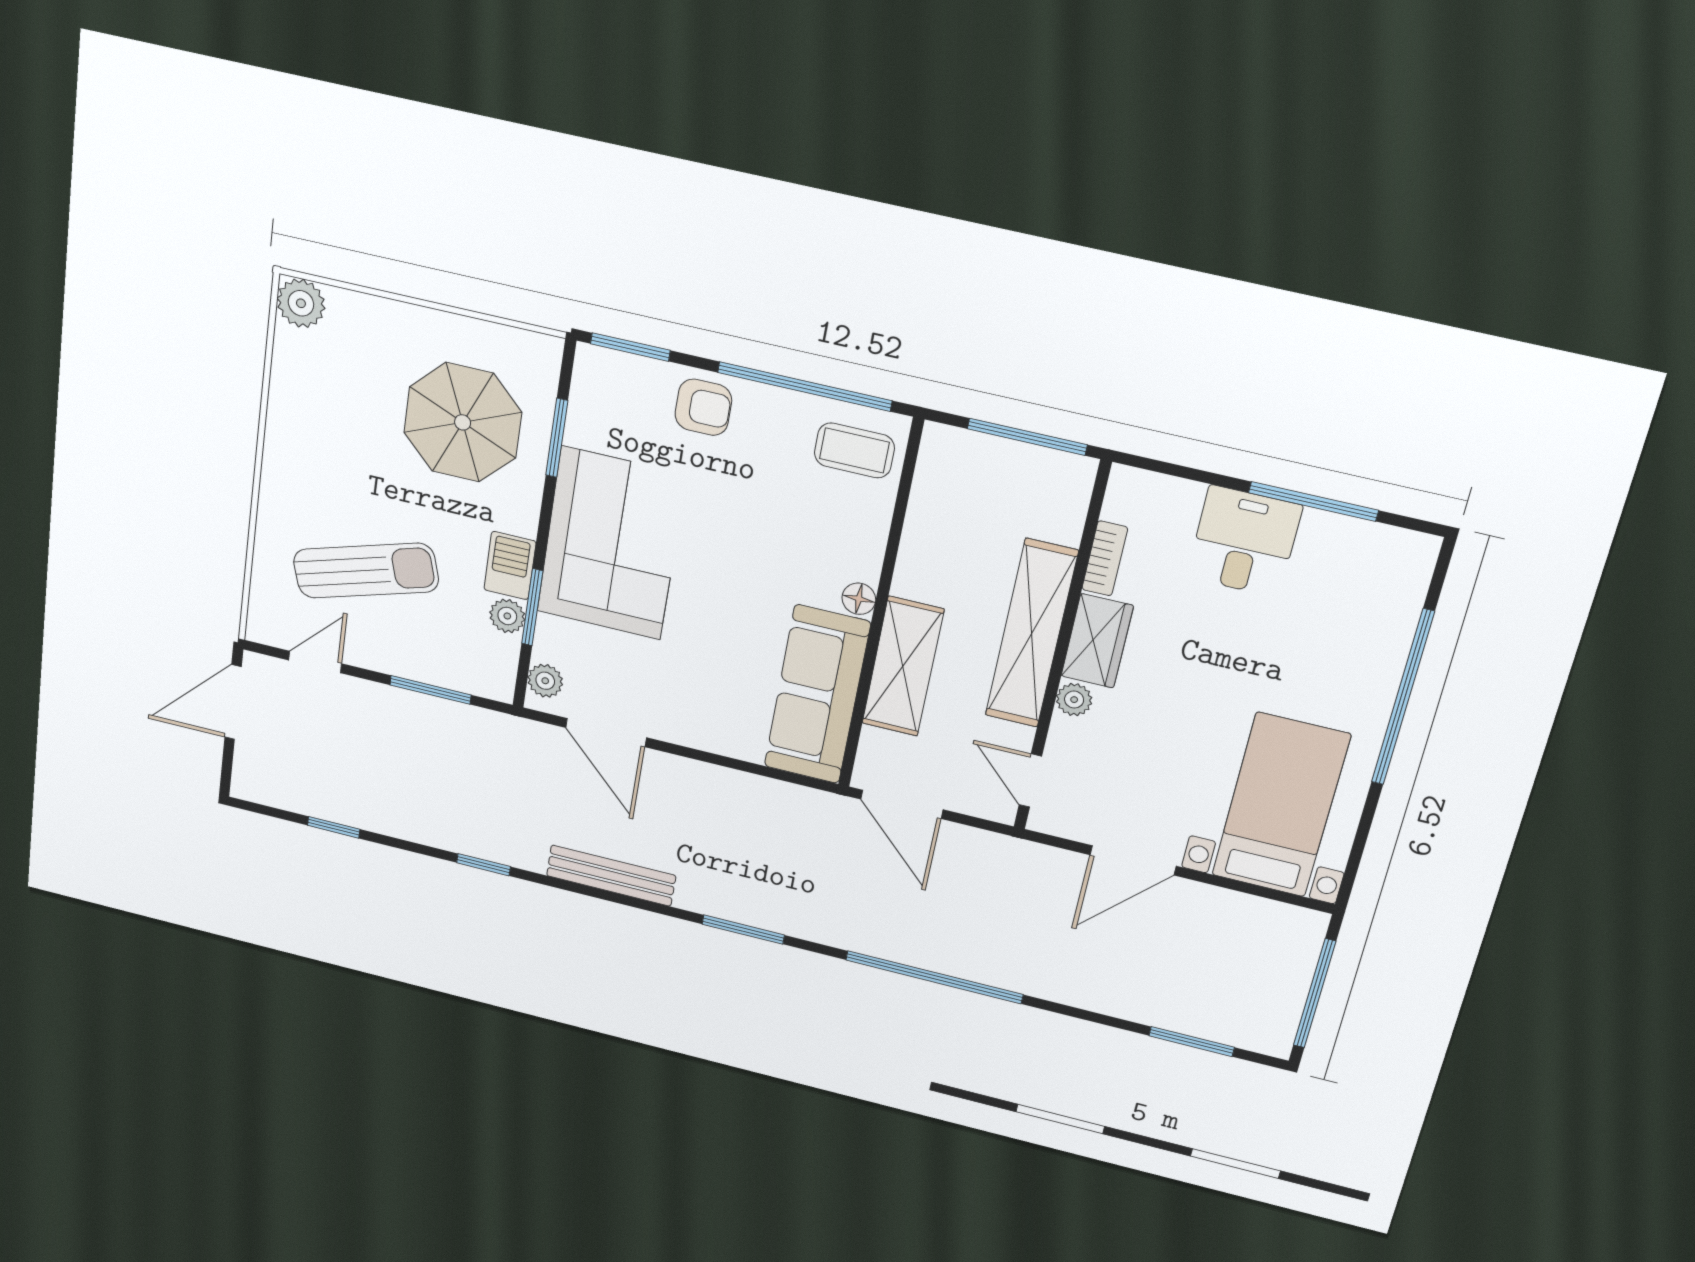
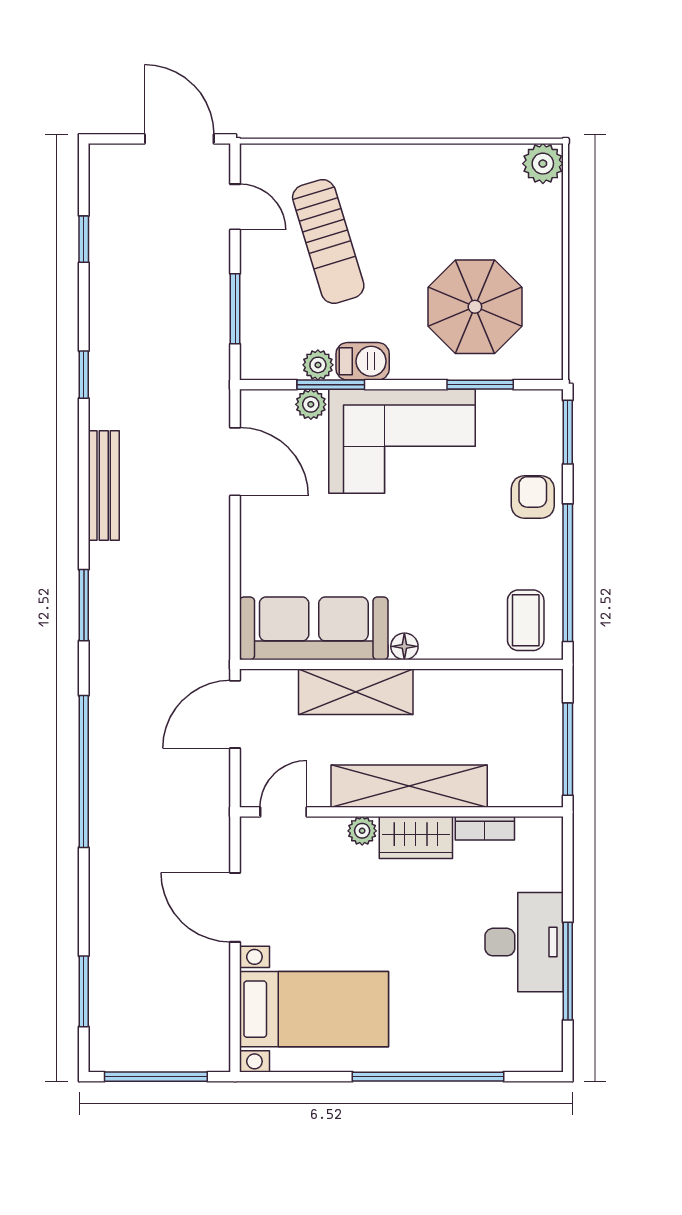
armchair: (703, 407) -> (533, 497), turned 180
desk: (1244, 541) -> (524, 942), width x1.37
plant: (545, 681) -> (311, 404), moved
door: (606, 733) -> (235, 462), swing flipped

